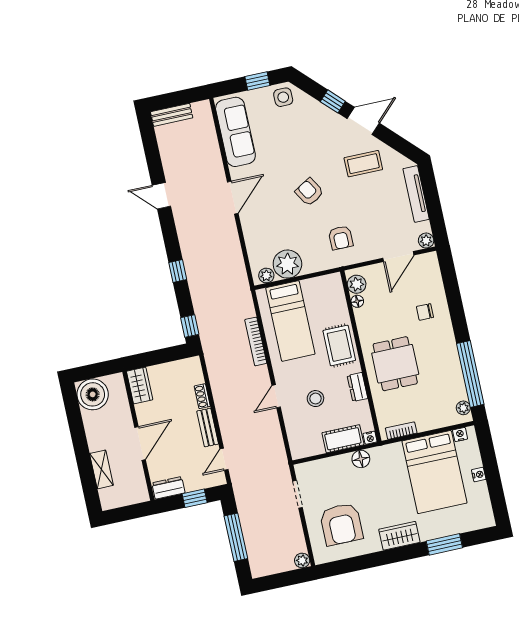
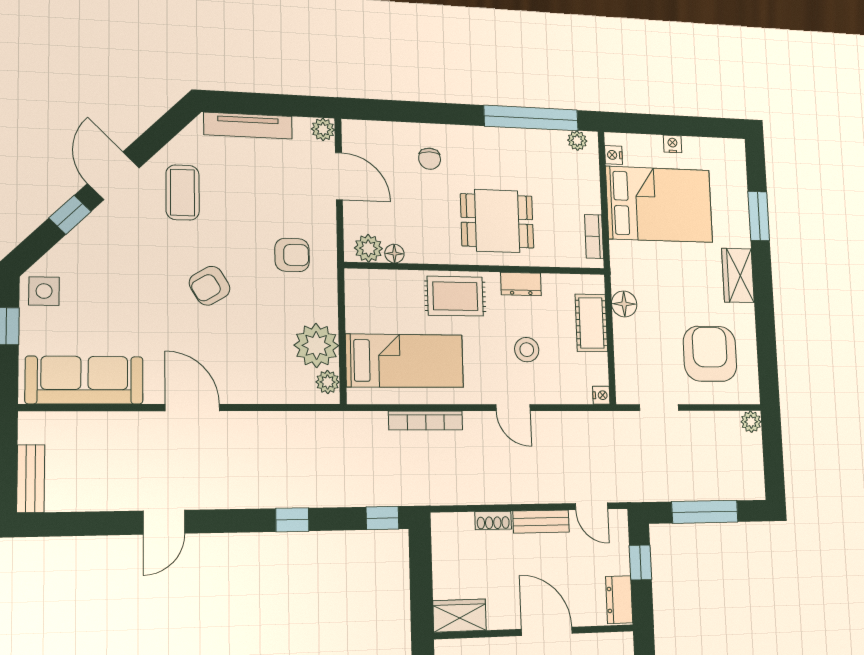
nightstand: (370, 438) -> (601, 395), moved
armchair: (341, 524) -> (710, 354), turned -90

